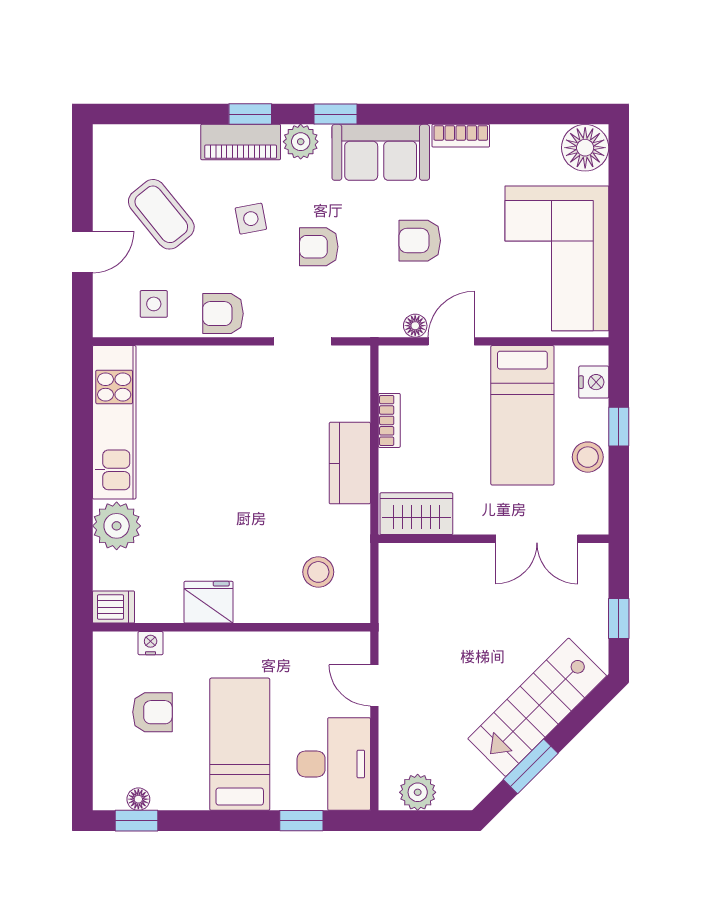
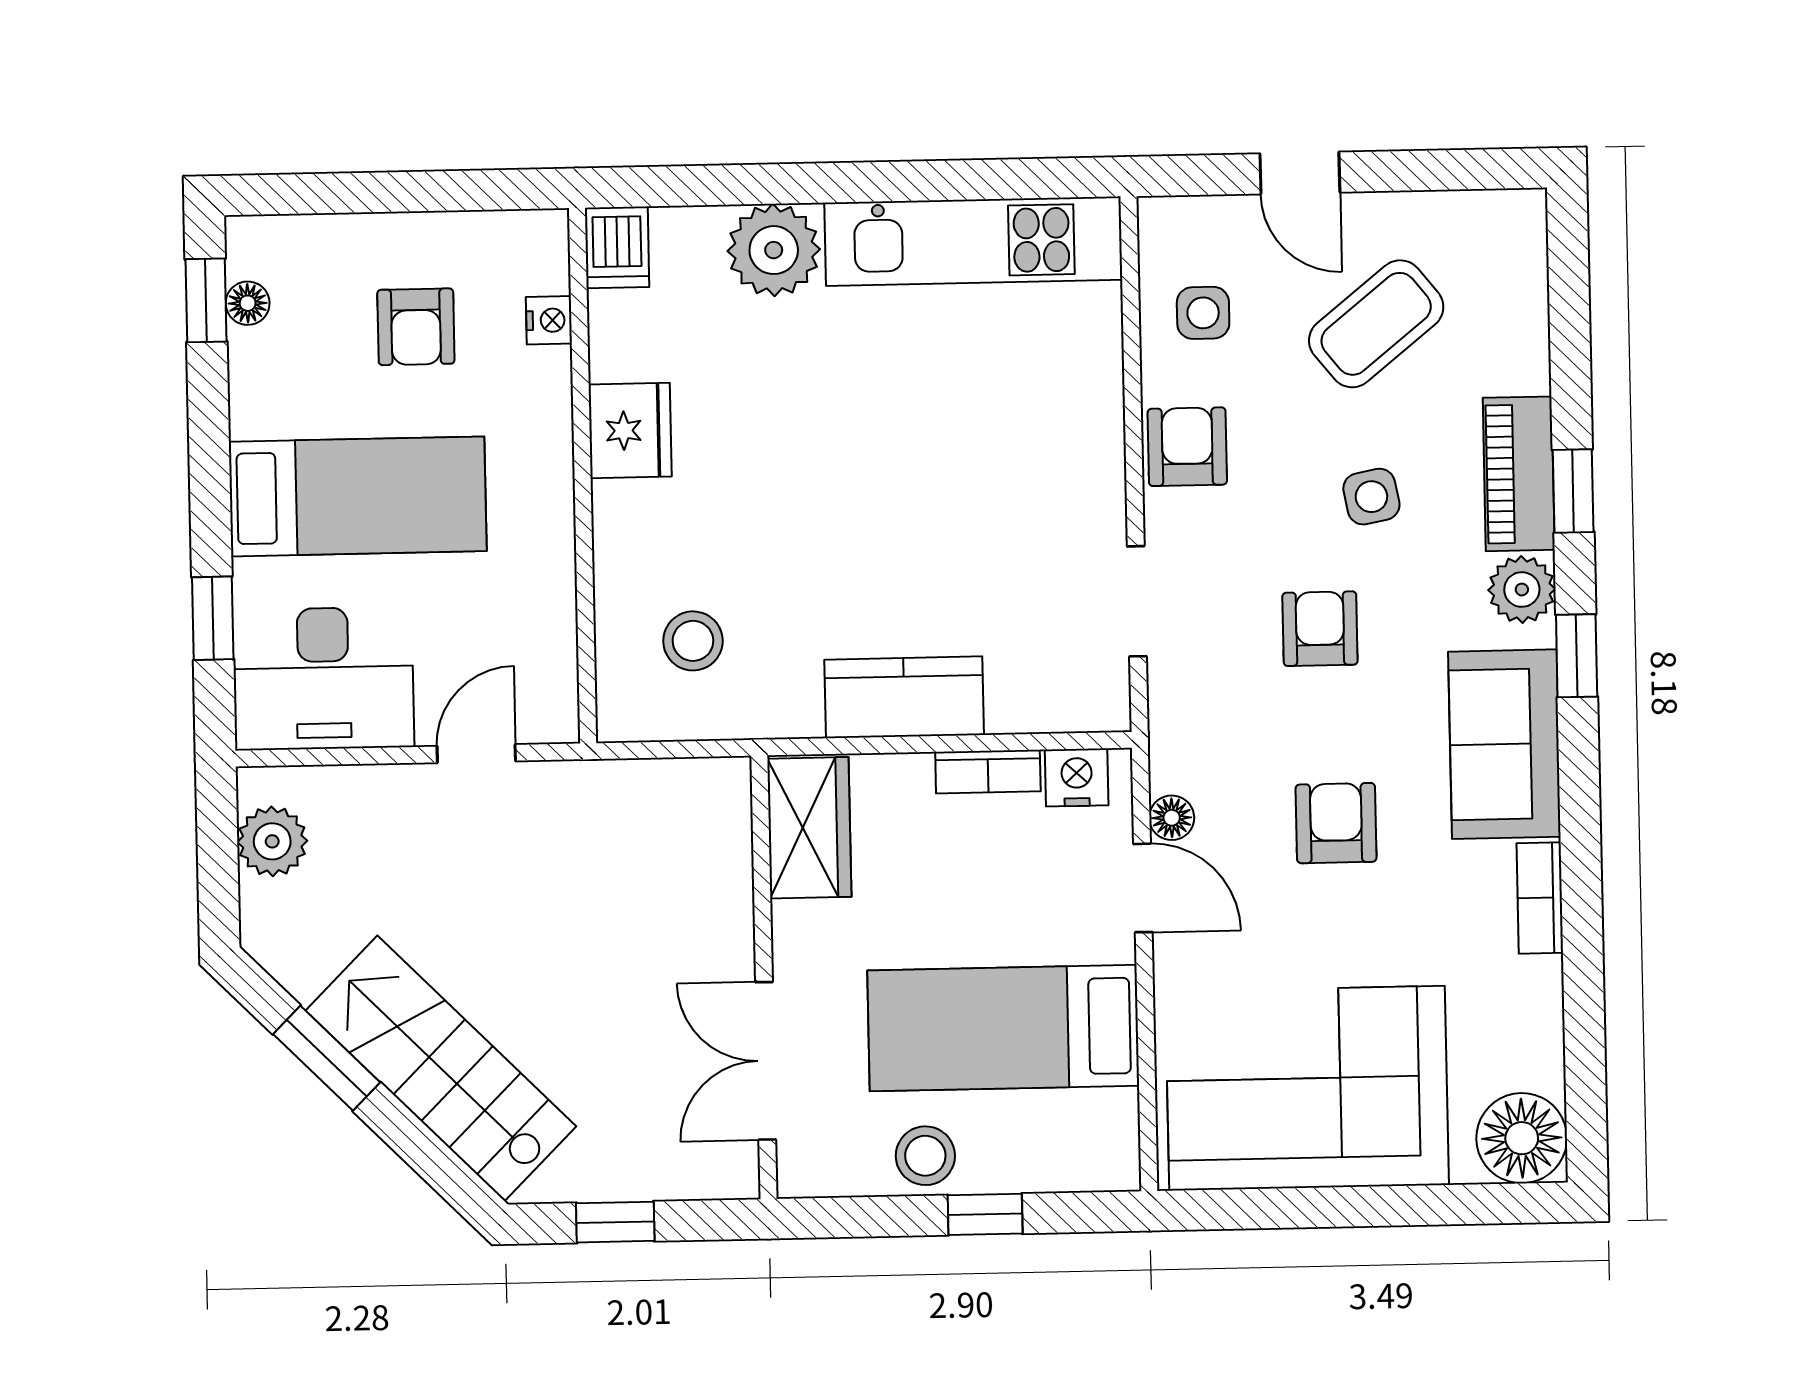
nightstand: (594, 382) -> (1077, 777), moved, turned 180

